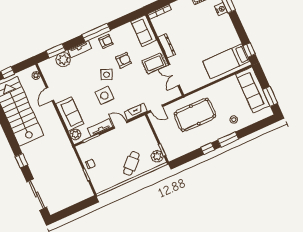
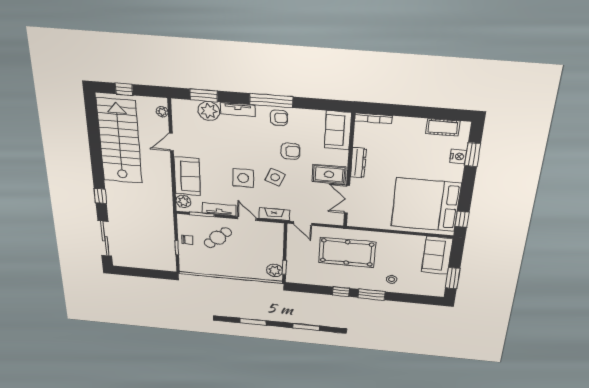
bed: (226, 61) -> (426, 205), width x2.04
side table: (107, 75) -> (275, 177), moved
sofa: (253, 90) -> (437, 255), width x0.73
cafe table: (131, 163) -> (218, 238), moved

